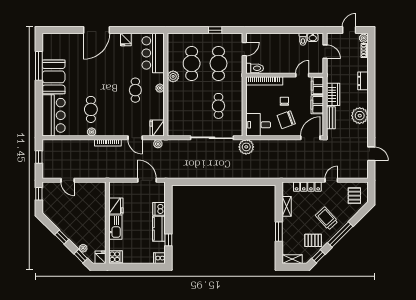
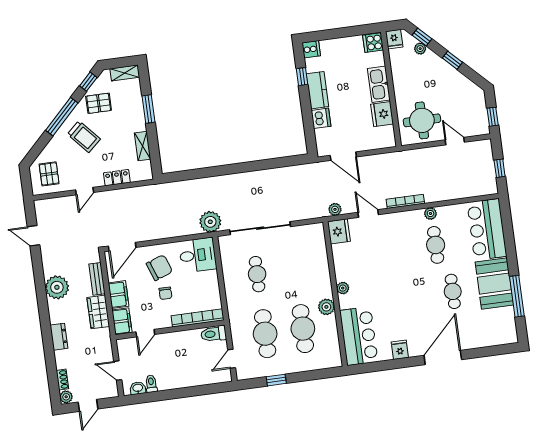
cafe table: (135, 90) -> (453, 291), moved
locker: (307, 187) -> (117, 178), width x0.66
round table: (89, 198) -> (422, 120), added

